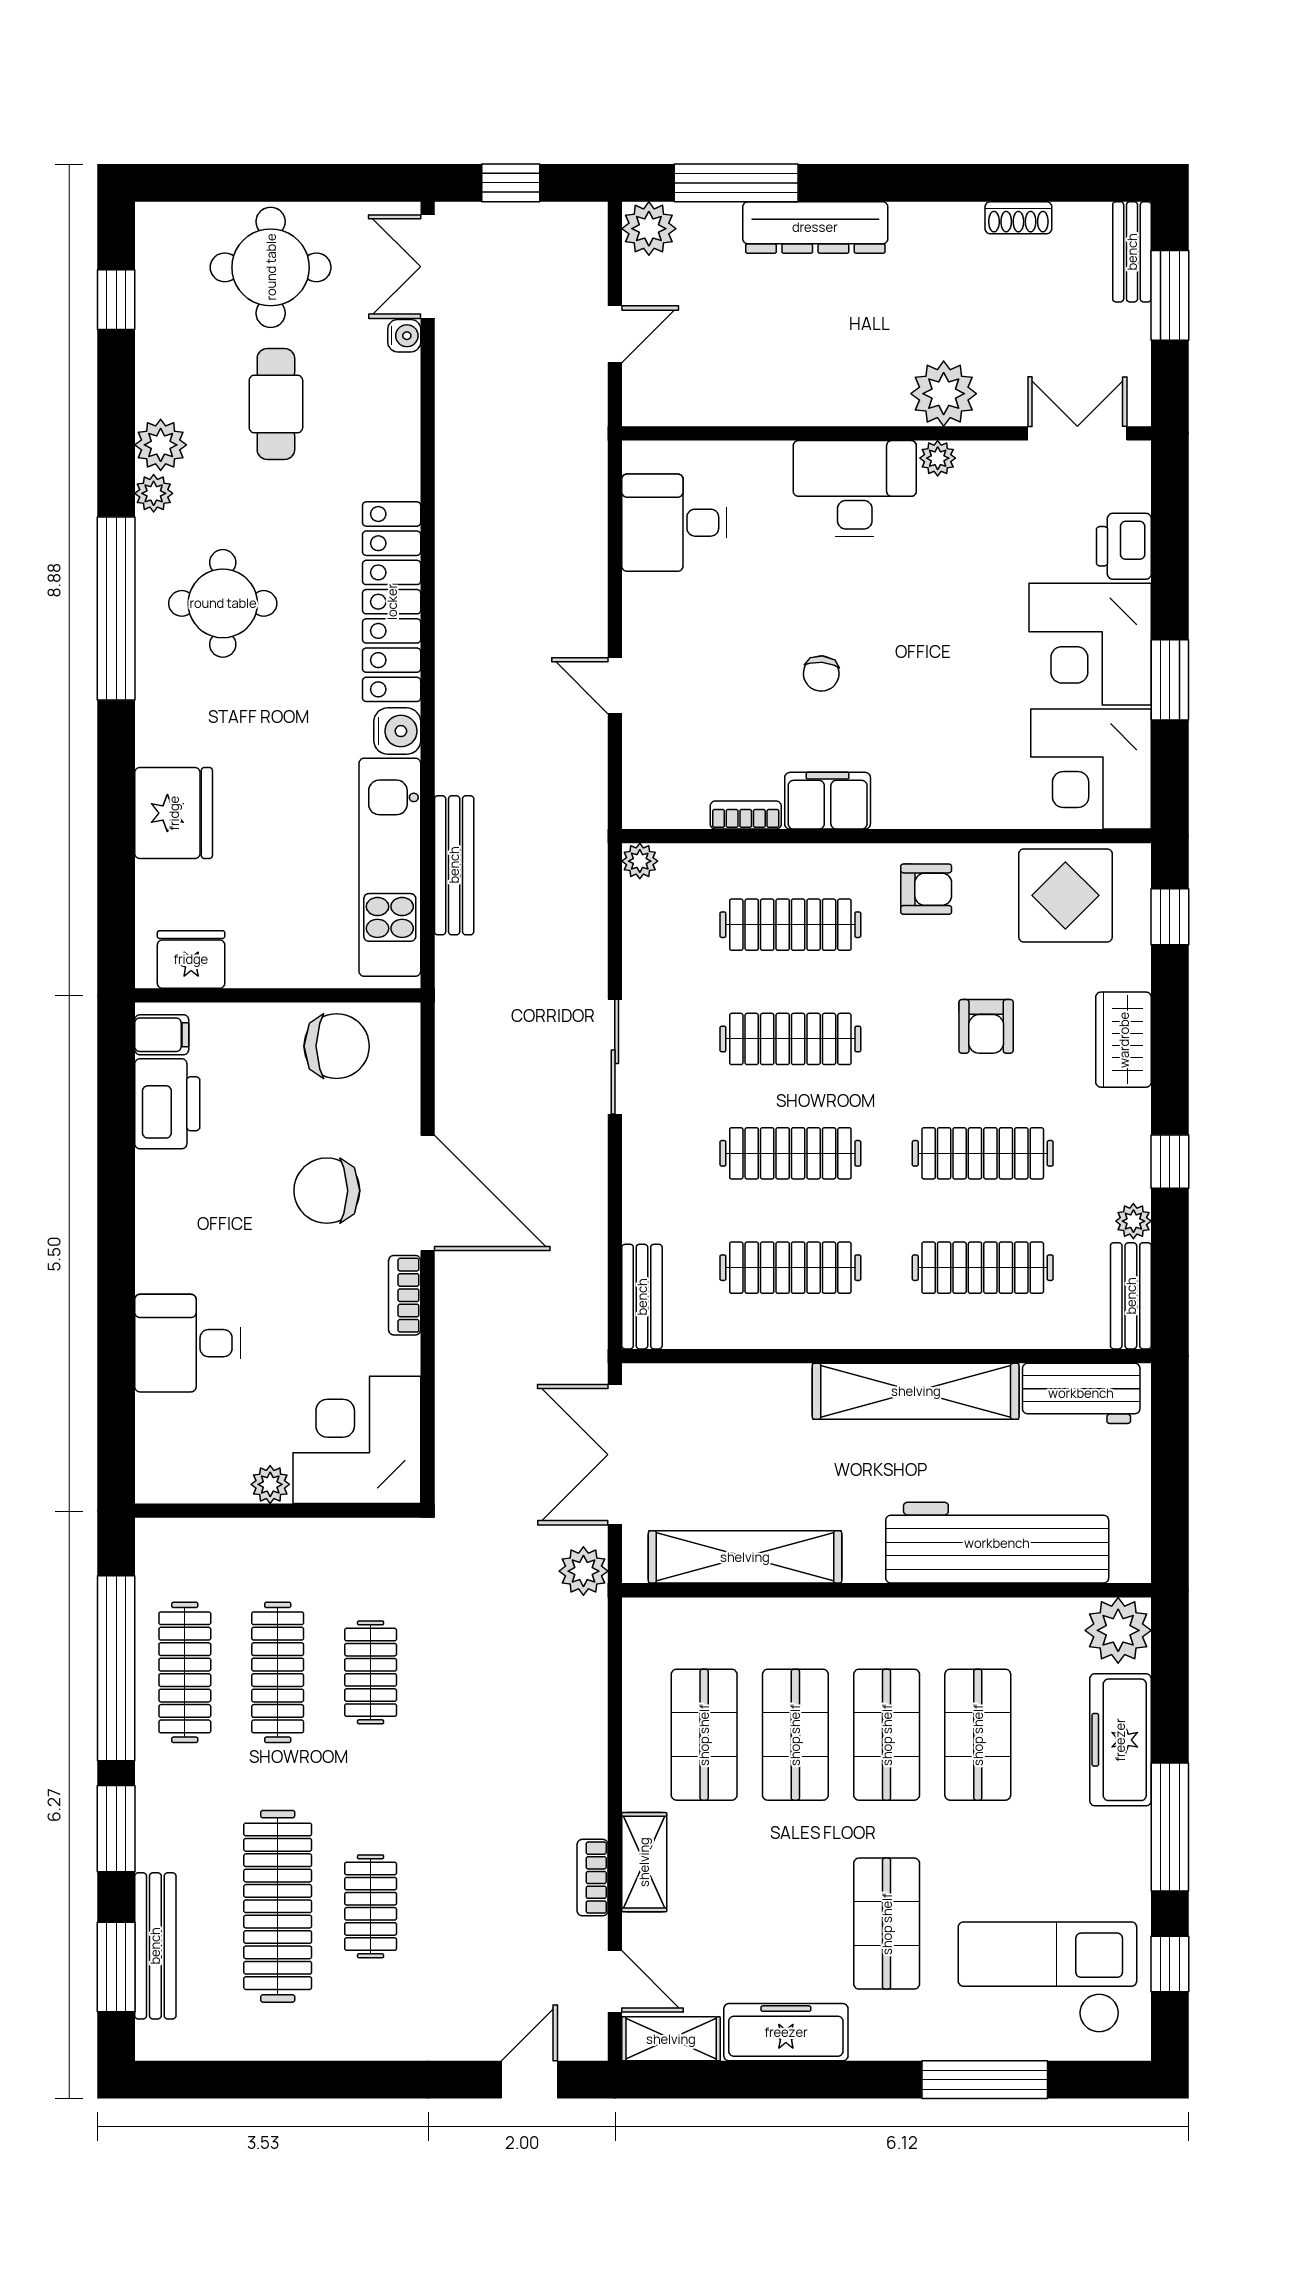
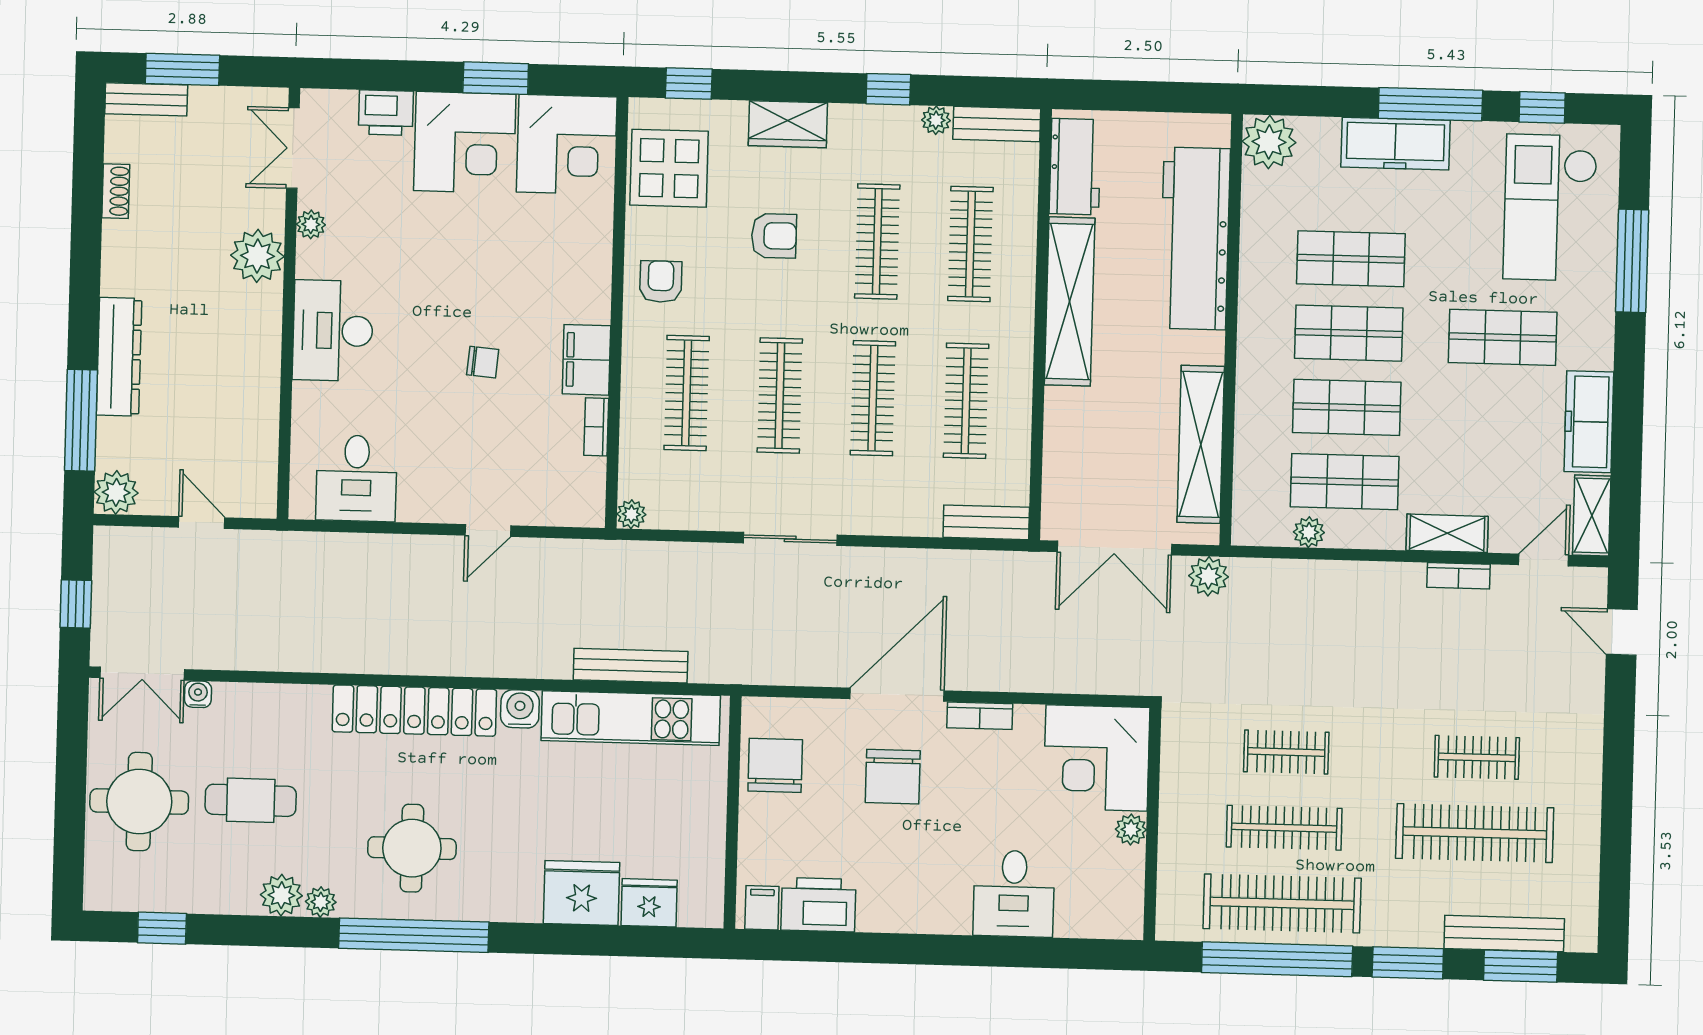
plant: (938, 458) -> (311, 224), moved
fridge: (191, 959) -> (649, 903), moved, turned 90
clothes rail: (185, 1672) -> (1282, 903), width x1.37, depth x1.31
plant: (641, 1693) -> (1309, 532), added
freezer: (1120, 1740) -> (1395, 144), moved

